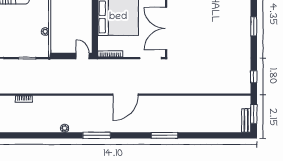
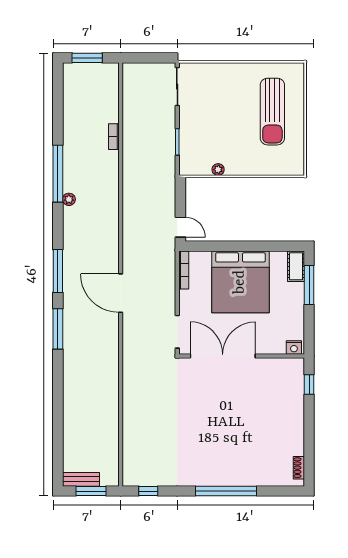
window: (254, 26) -> (226, 491), width x2.11
door: (83, 56) -> (180, 227), hinge flipped
window: (48, 135) -> (58, 174), added
window: (97, 135) -> (58, 271), moved
window: (164, 135) -> (58, 329), moved

